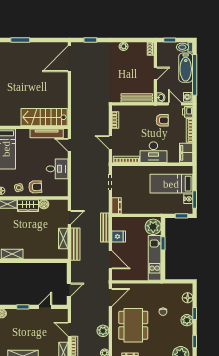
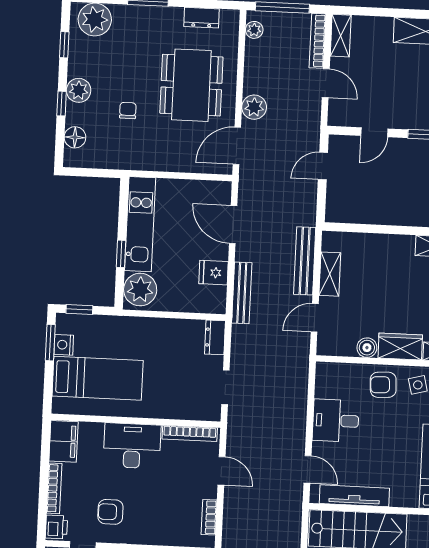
plant: (103, 331) -> (254, 107), moved

